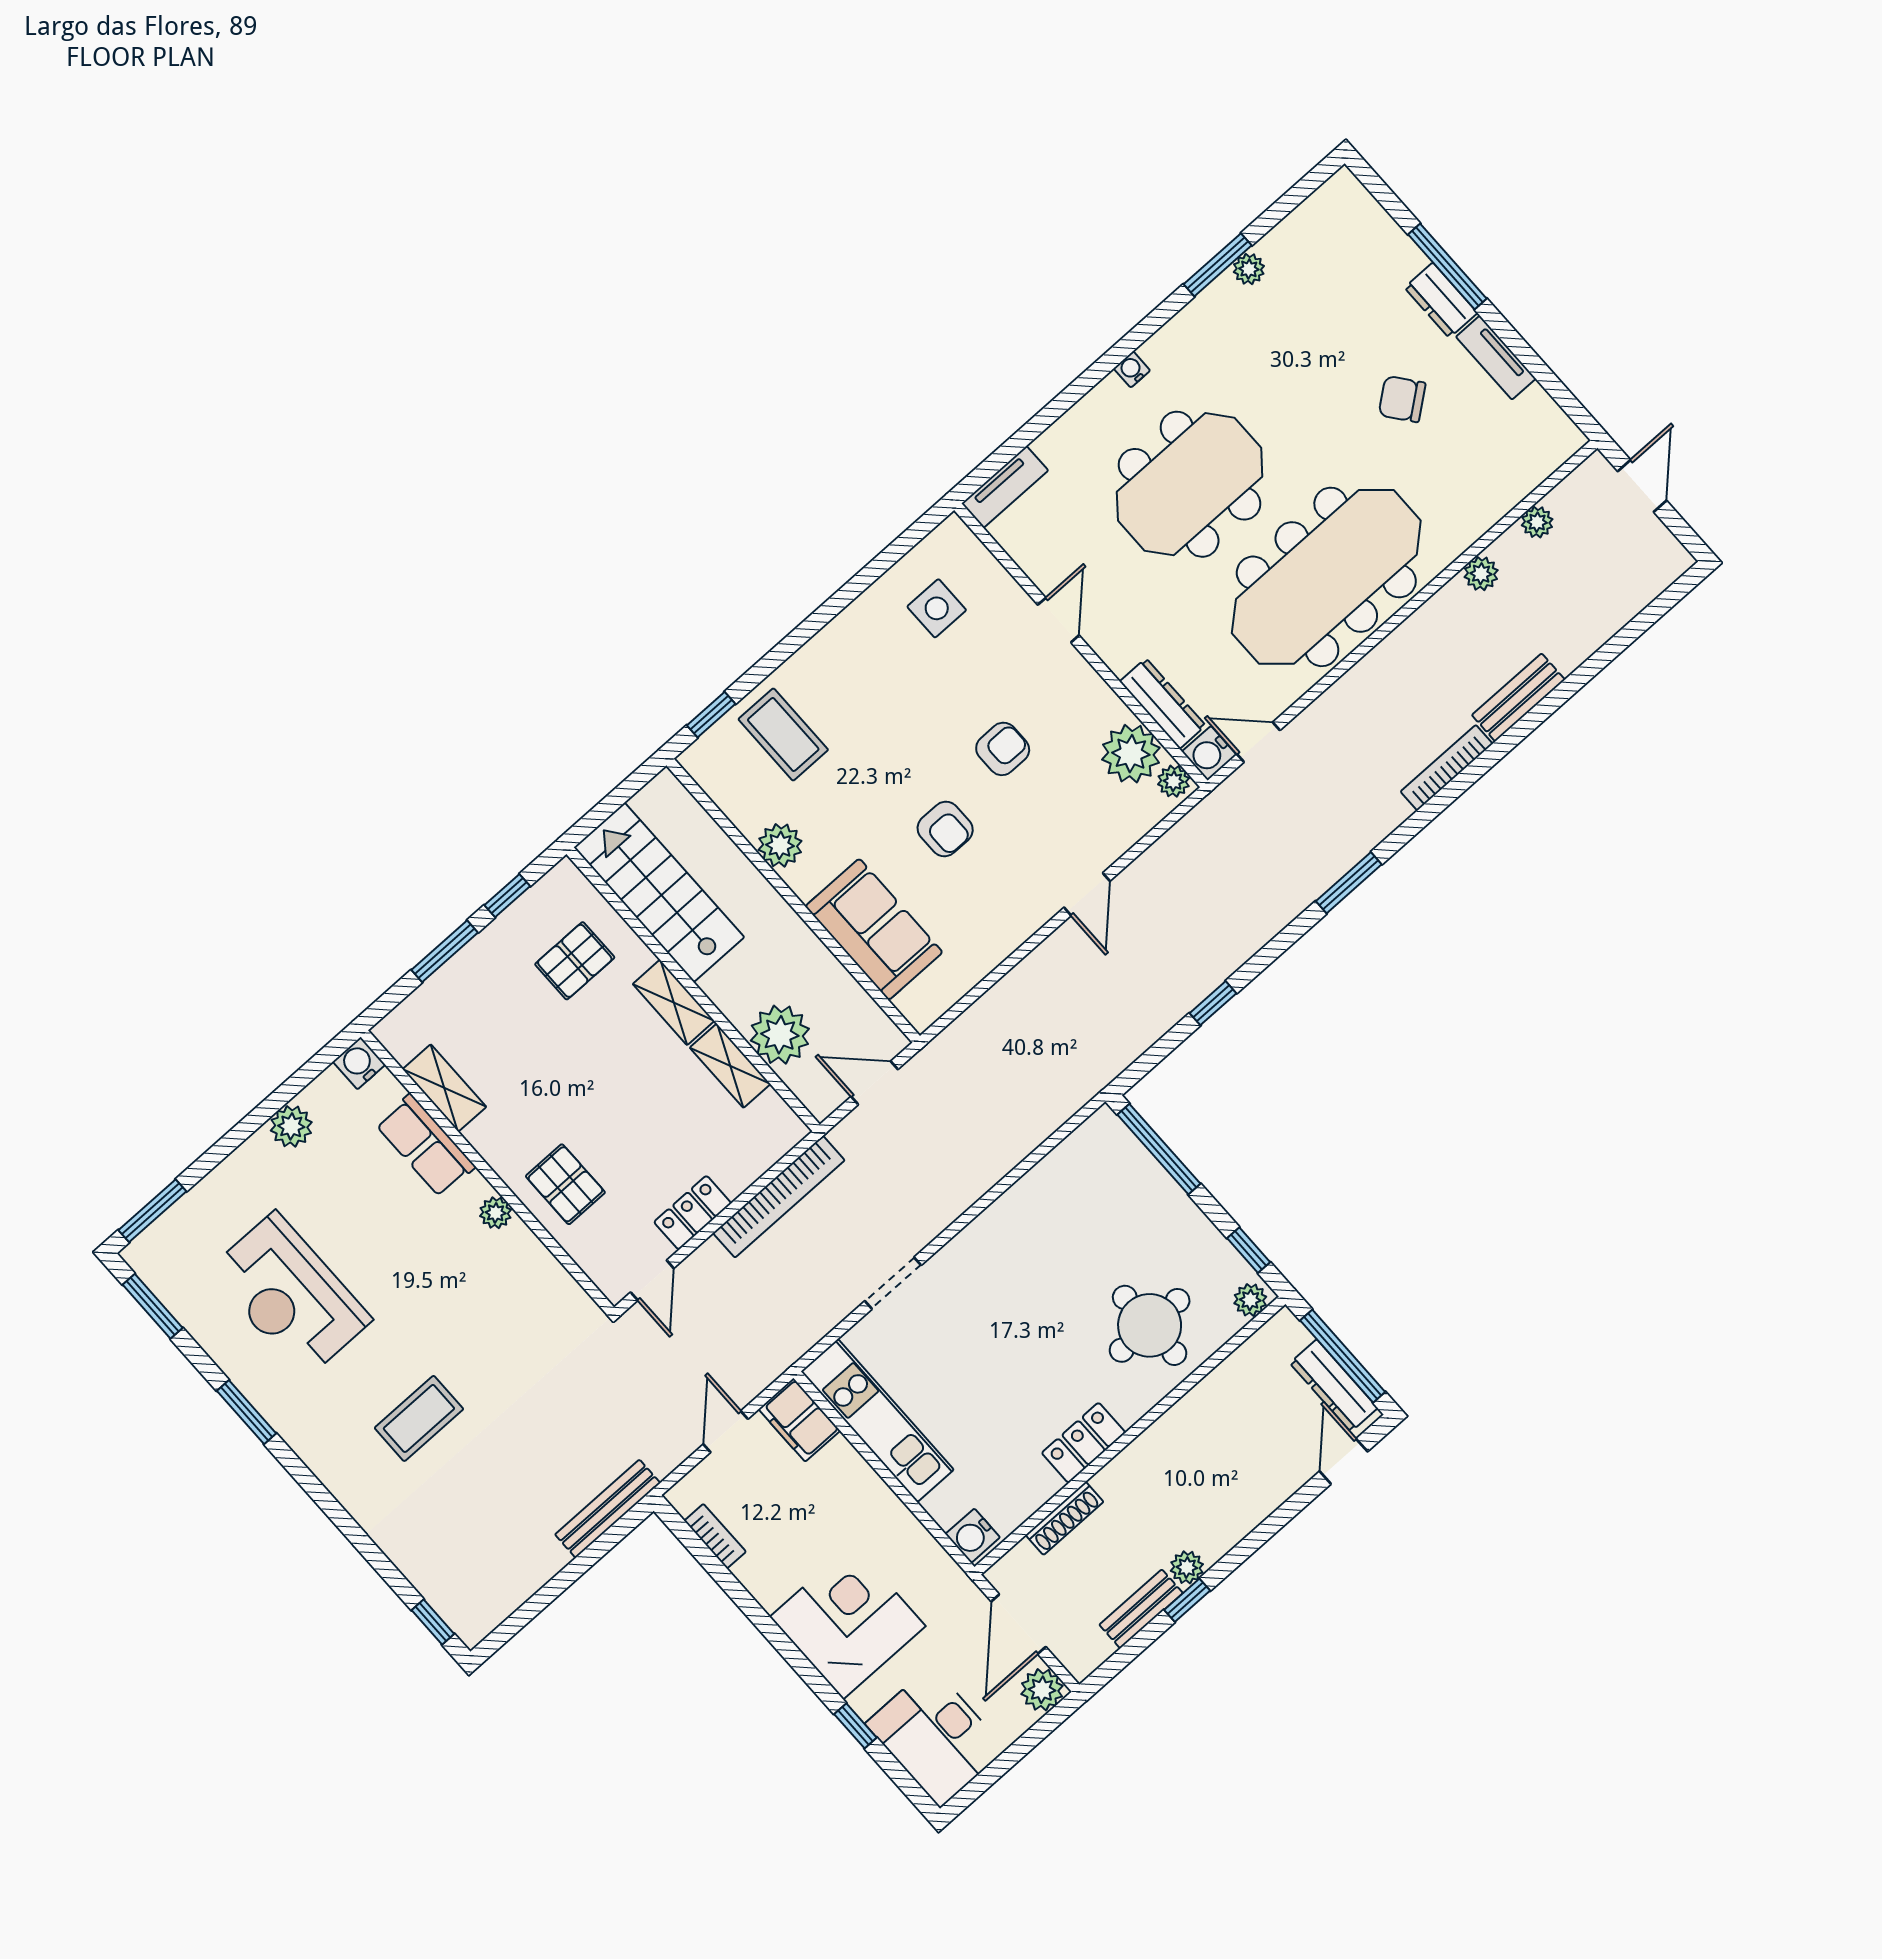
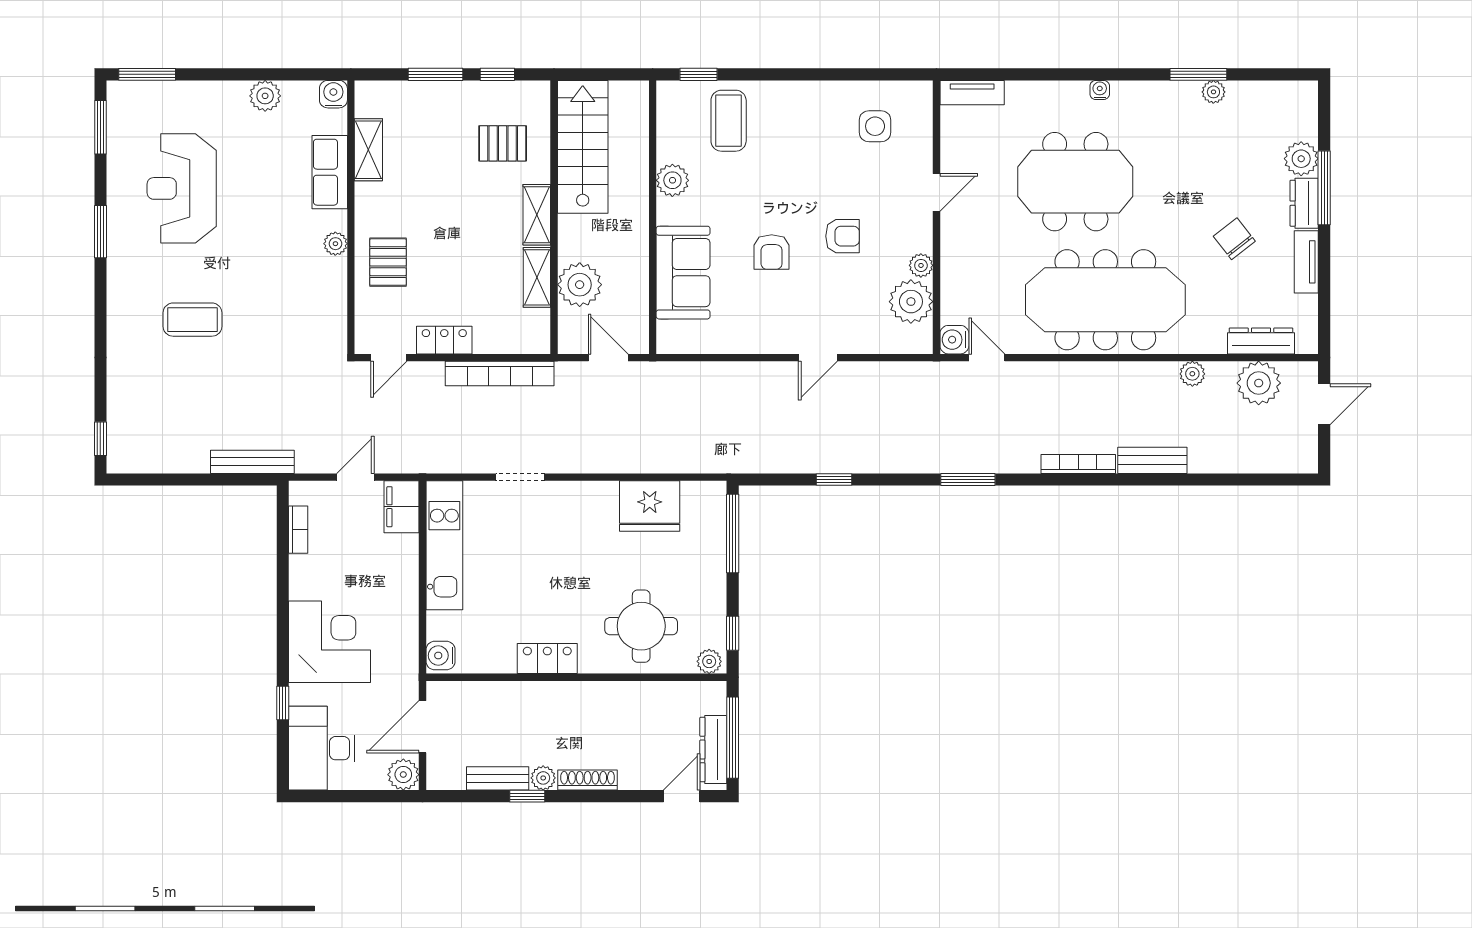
plant: (1398, 258) -> (1301, 159), added
plant: (1537, 522) -> (1259, 383), width x1.87, depth x1.87
dresser: (1163, 703) -> (1261, 341), moved, turned -90
plant: (1174, 781) -> (921, 265), moved
fridge: (1050, 1196) -> (650, 506), added
shoe rack: (1065, 1518) -> (588, 780), moved, turned 180

